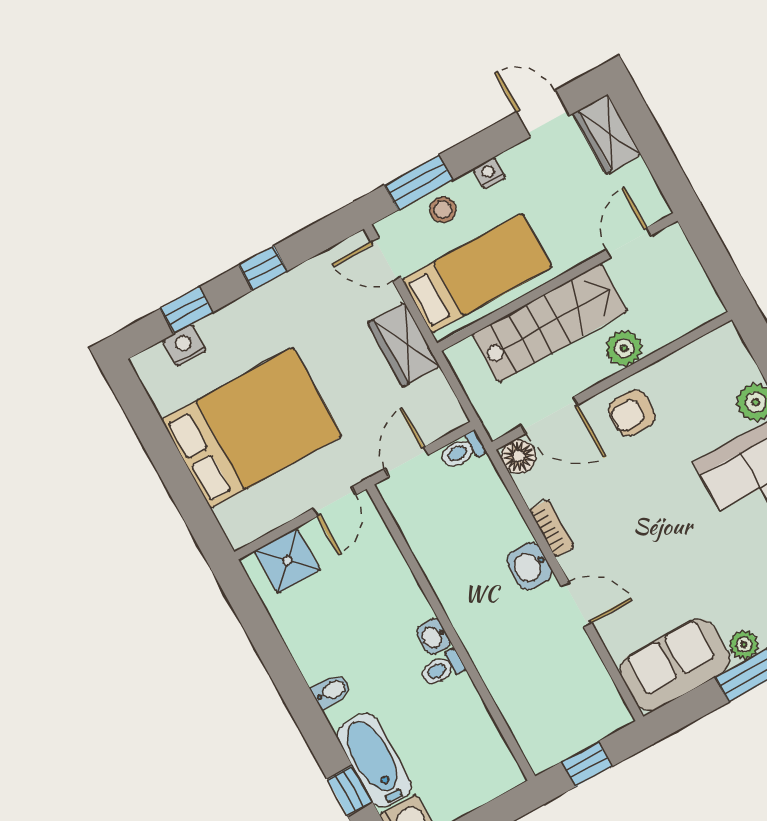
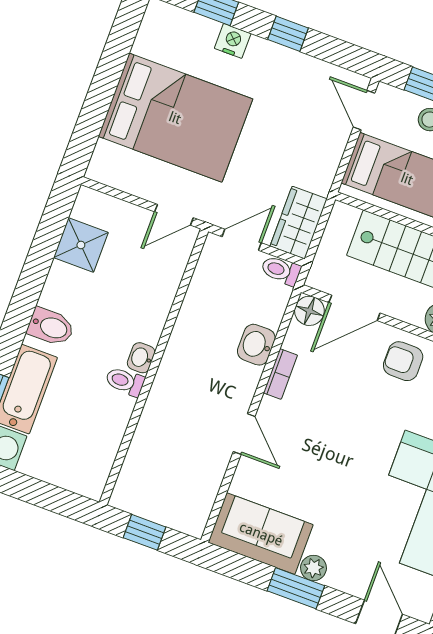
nightstand: (184, 345) -> (233, 41), moved
wardrobe: (404, 345) -> (299, 223), moved
door: (550, 415) -> (354, 308), hinge flipped
shower: (287, 560) -> (81, 245), moved
washbasin: (530, 566) -> (256, 345), moved
bidet: (331, 691) -> (51, 327), width x1.38, depth x1.36

